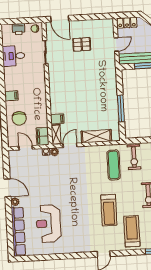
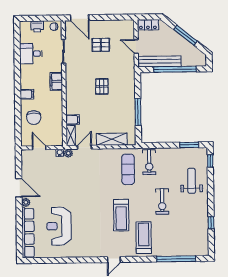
door: (116, 44) -> (136, 47), swing flipped
pallet: (84, 85) -> (102, 86), added
filing cabinet: (43, 136) -> (56, 81), moved

